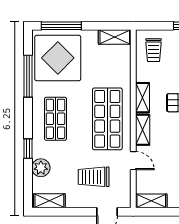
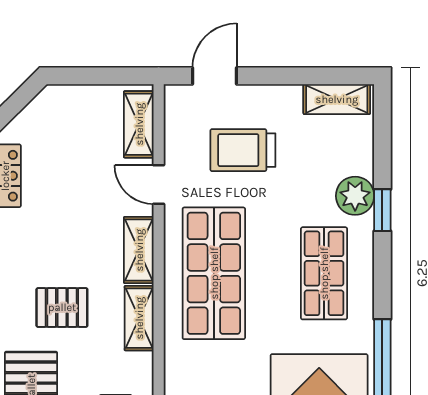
plant: (41, 168) -> (355, 196), moved
trolley: (94, 177) -> (243, 150), turned 180
shelving: (151, 201) -> (139, 124), moved, turned 90

